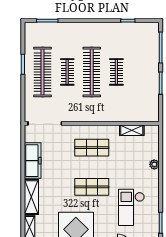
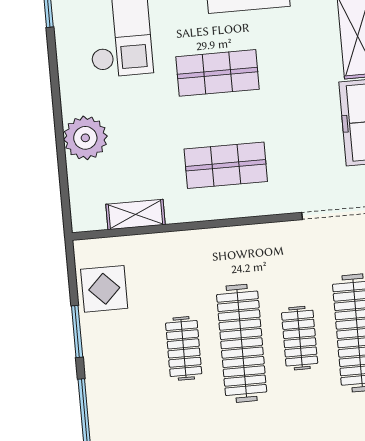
display table: (148, 100) -> (104, 289), added
plant: (154, 164) -> (85, 138), width x1.88, depth x1.88

